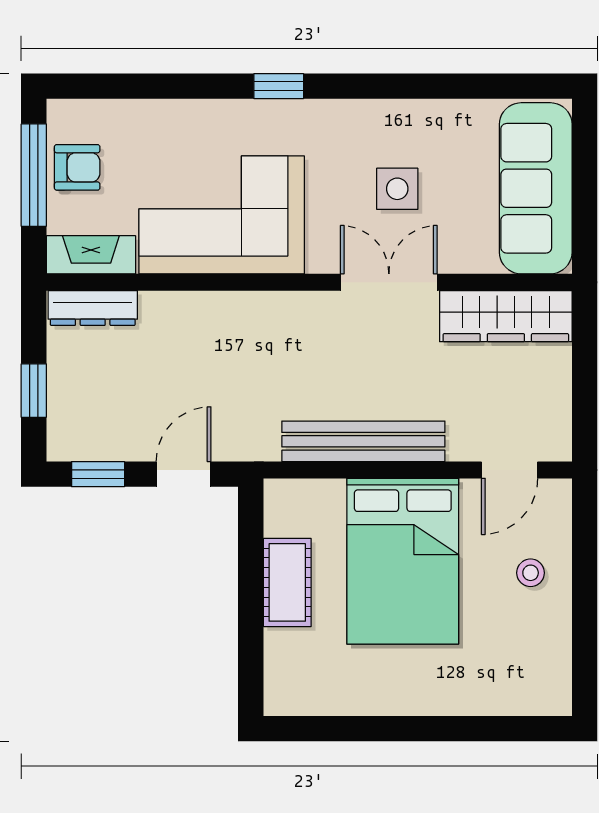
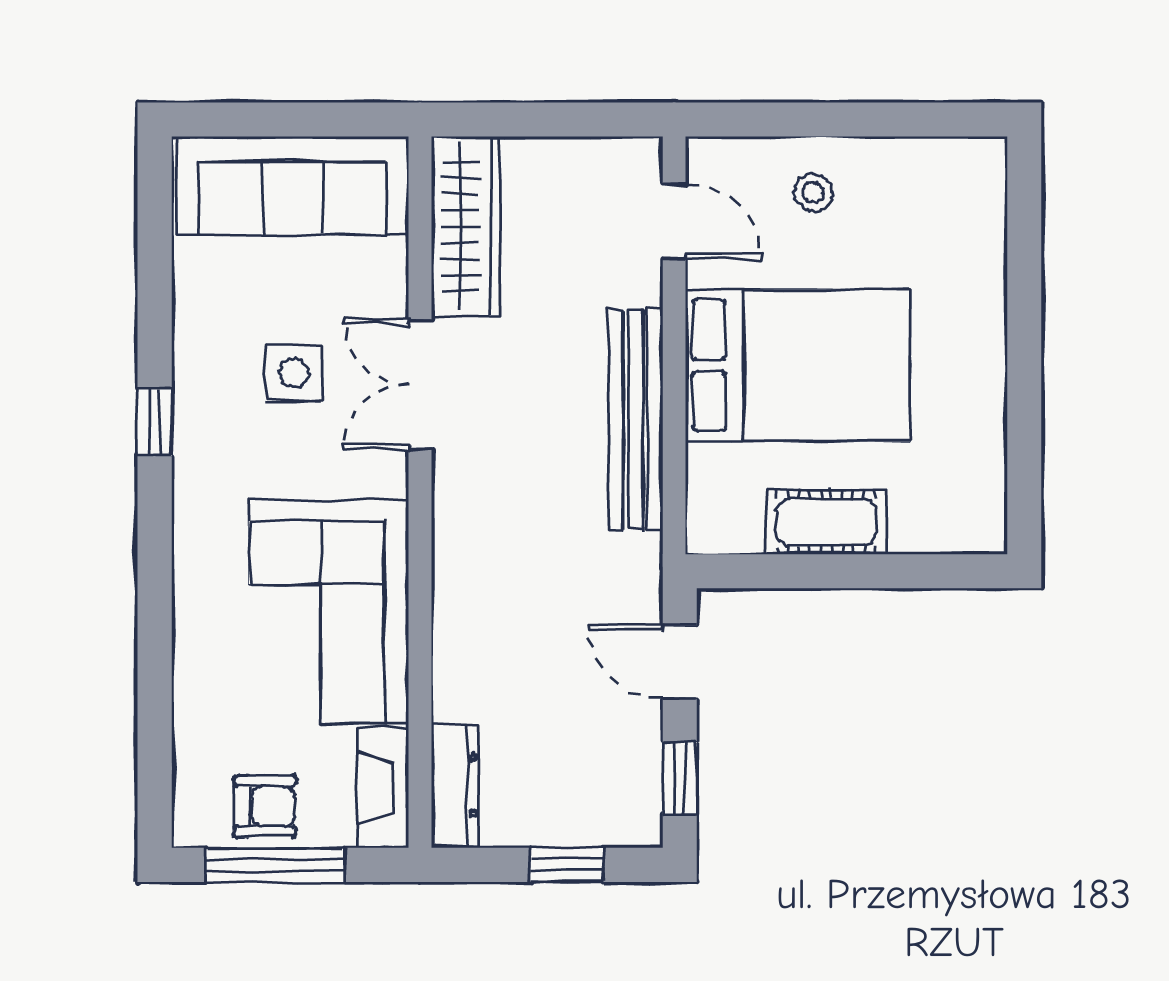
window: (279, 86) -> (155, 422), moved
armchair: (77, 167) -> (265, 806), turned 90

